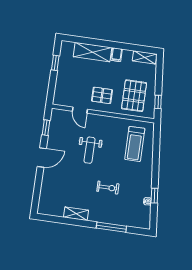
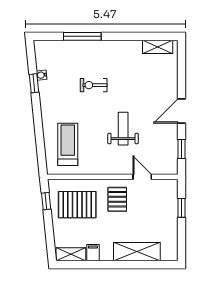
filing cabinet: (117, 55) -> (93, 253), moved
window: (55, 63) -> (182, 208), moved
pallet: (102, 95) -> (117, 199), turned 90
pallet: (134, 96) -> (77, 205), turned 90
shelving: (76, 214) -> (158, 47), moved

